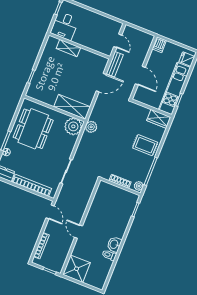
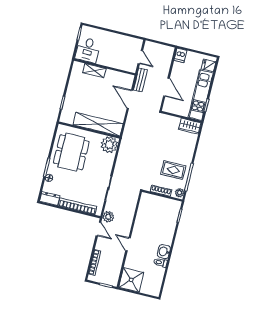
door: (101, 83) -> (130, 99), swing flipped
shelving: (72, 107) -> (98, 124), width x1.47
plant: (91, 127) -> (108, 217), moved
rug: (145, 145) -> (173, 170), moved

